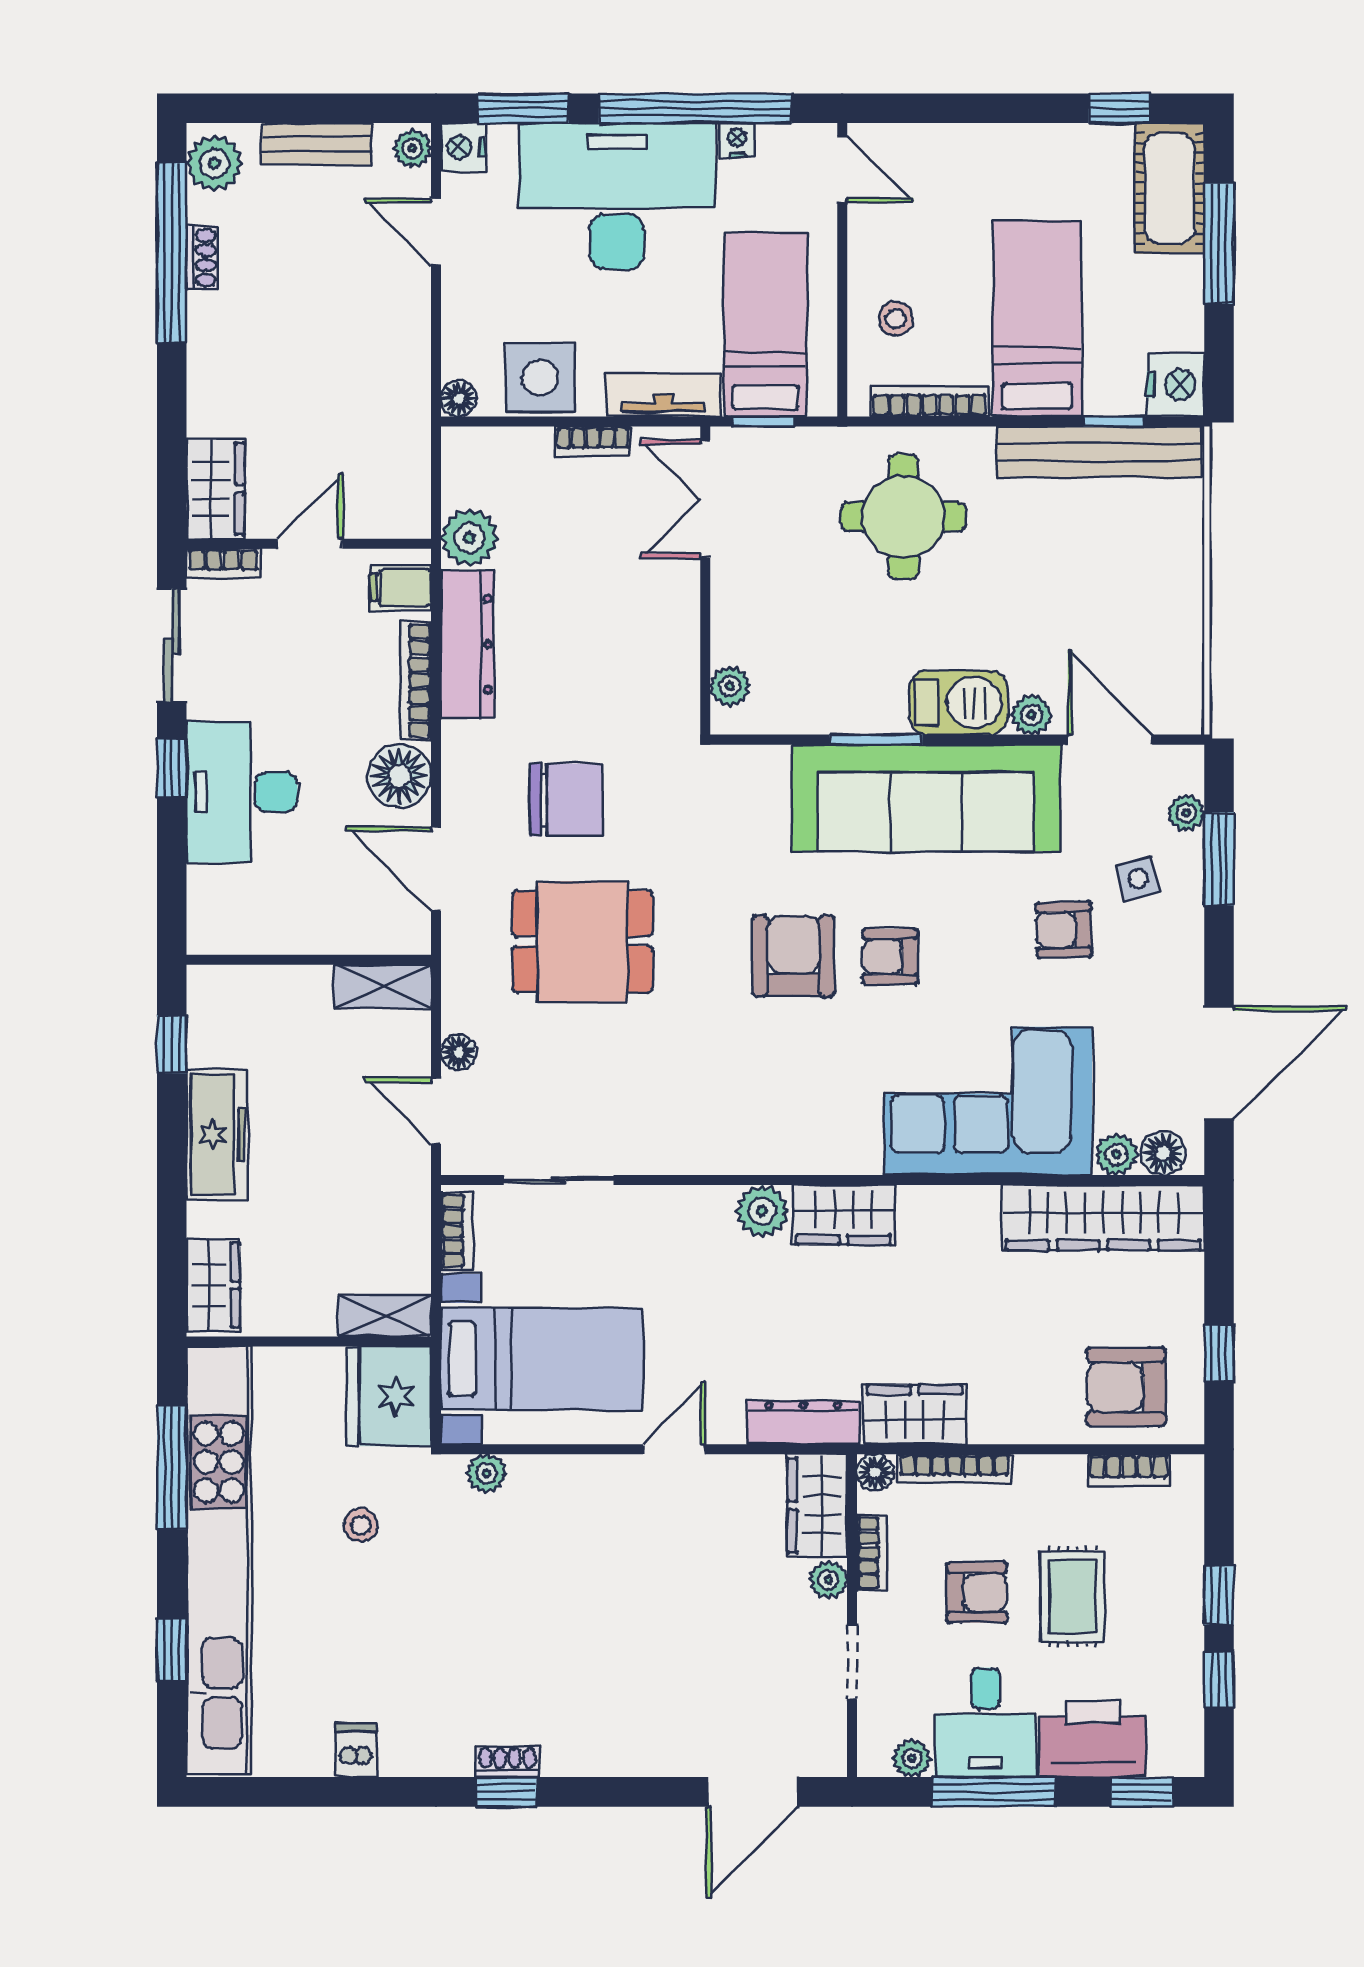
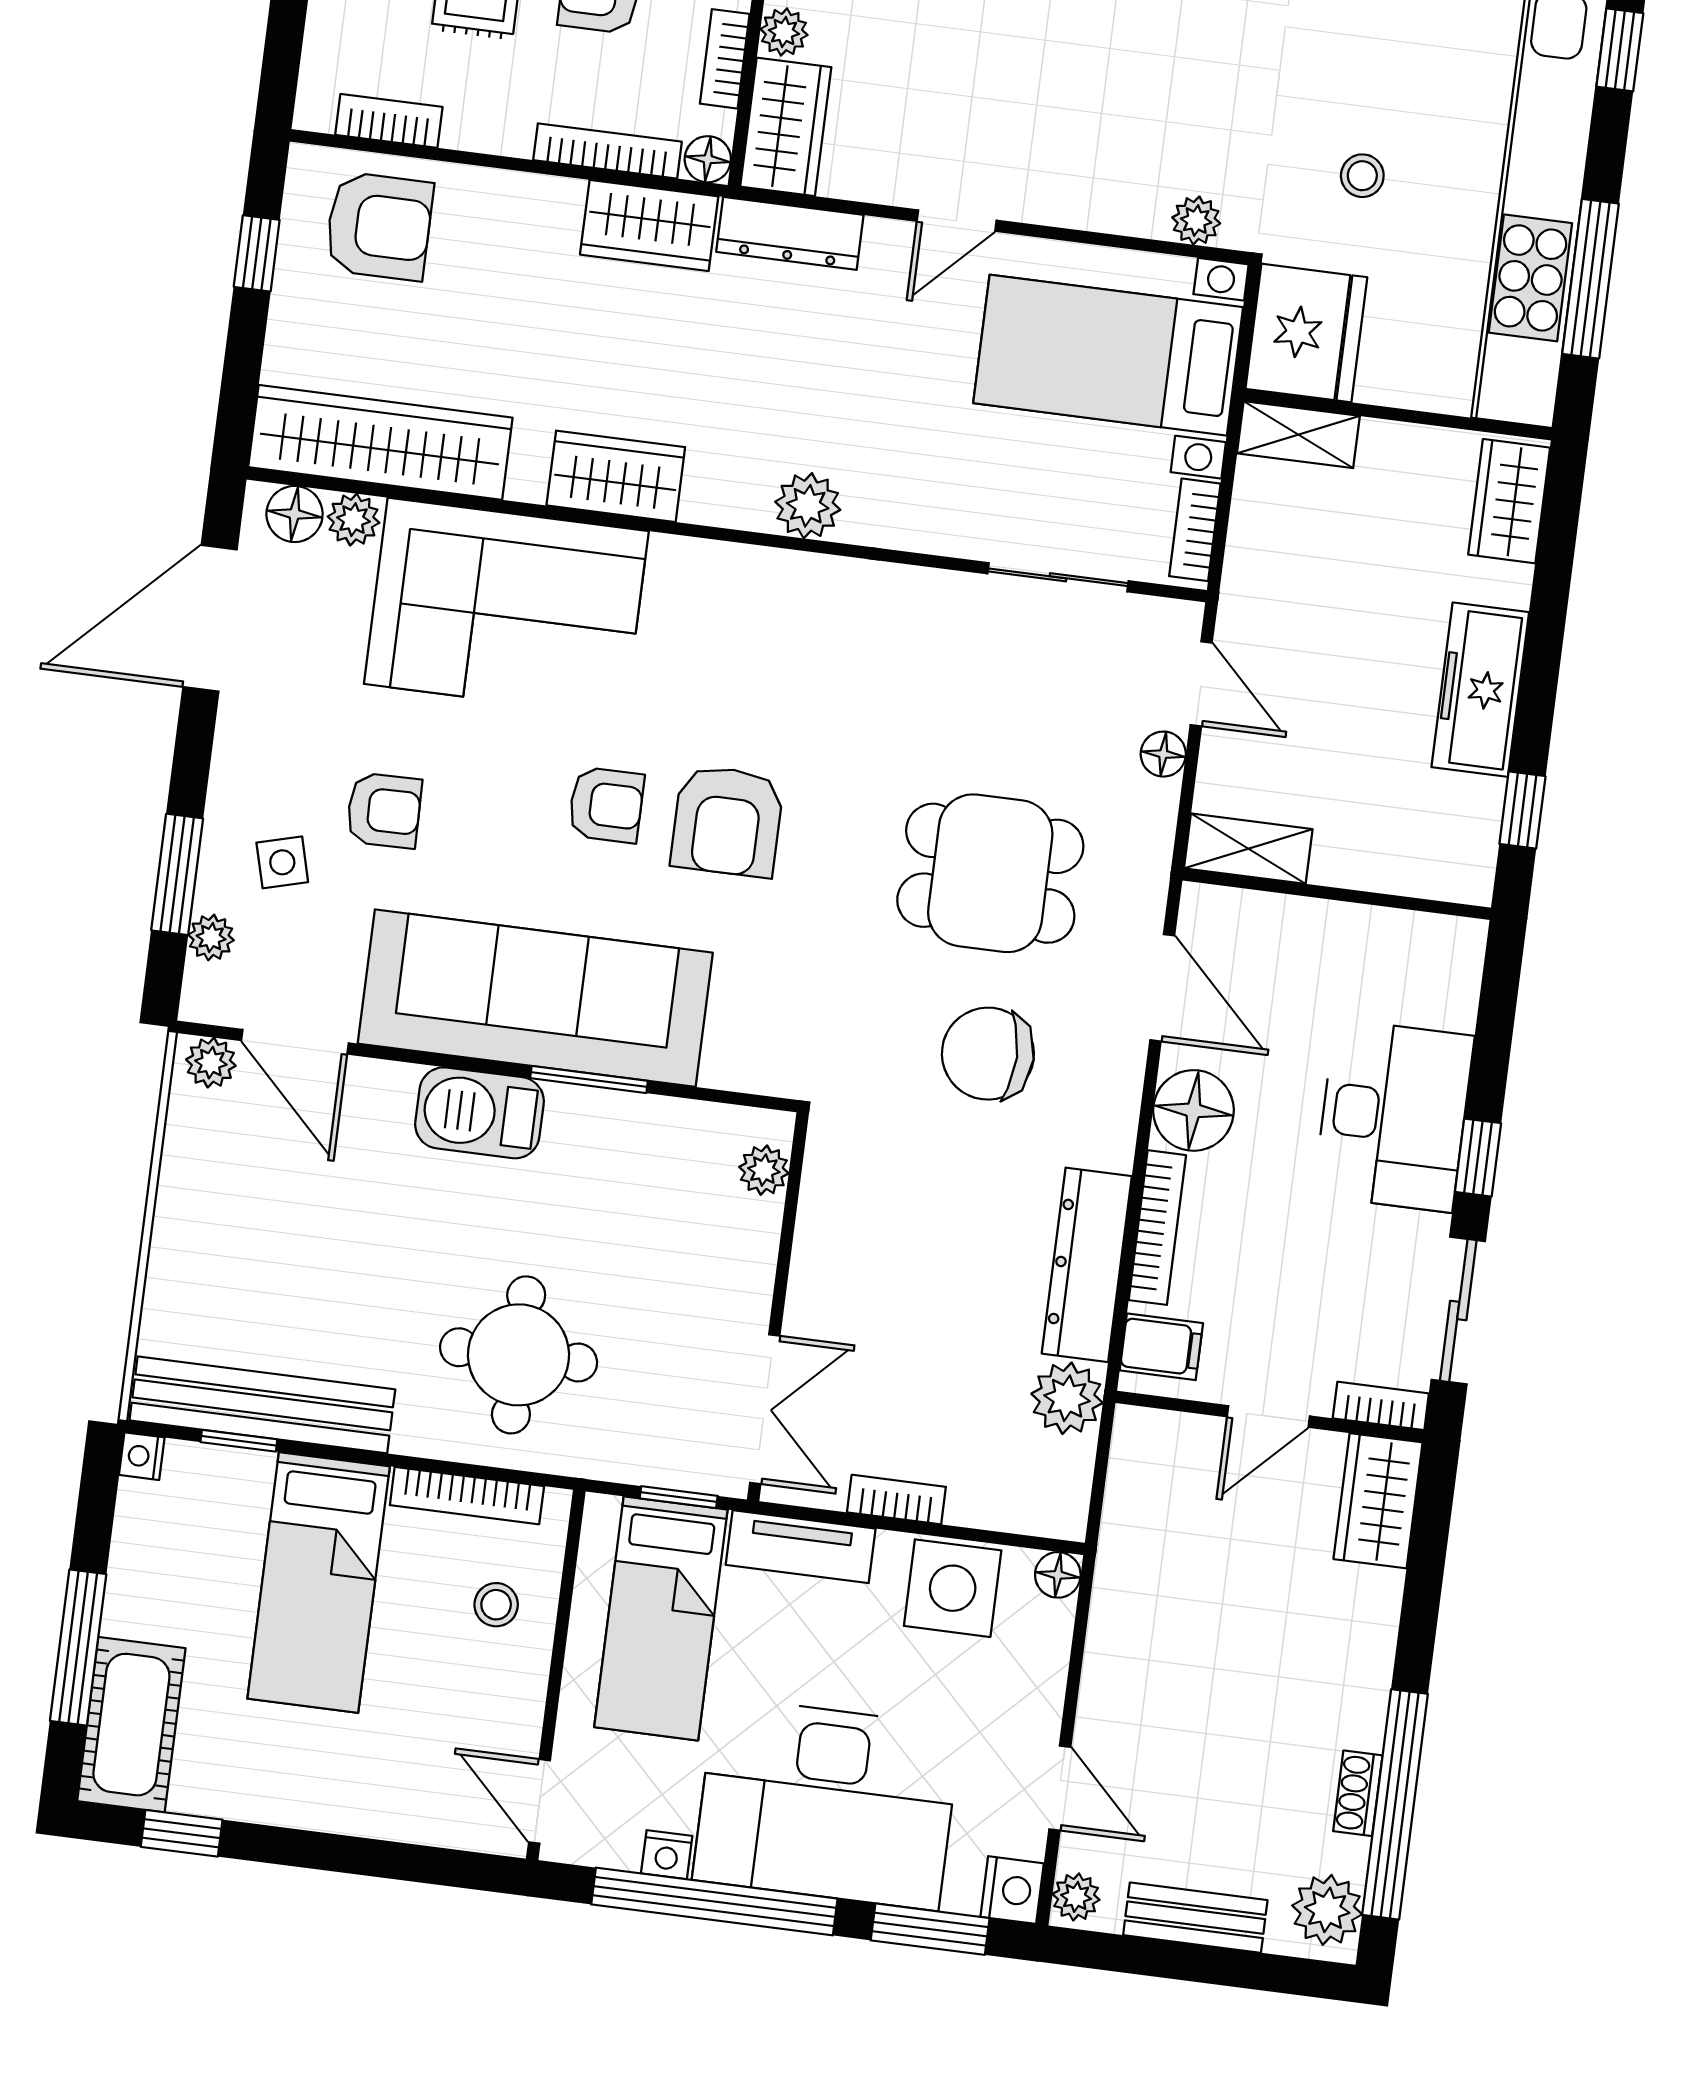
nightstand: (1176, 385) -> (142, 1456), width x0.53, depth x0.56
plant: (1031, 715) -> (211, 1063), moved
wardrobe: (843, 1215) -> (616, 476), moved

